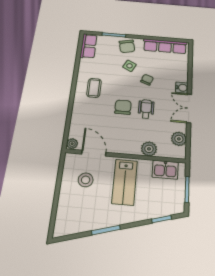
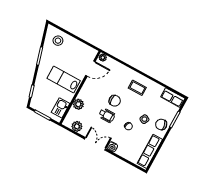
stool: (86, 180) -> (58, 41), moved

